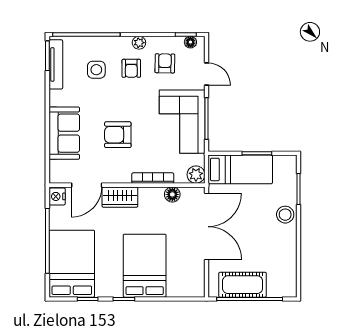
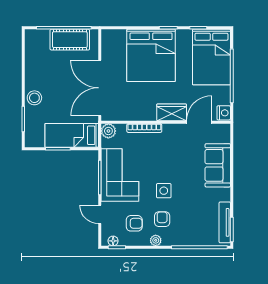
armchair: (165, 63) -> (134, 223), turned -91
side table: (96, 70) -> (164, 191), moved
armchair: (118, 135) -> (173, 164), removed
floor lamp: (172, 194) -> (128, 114), removed
bed: (145, 266) -> (151, 55), width x1.36

